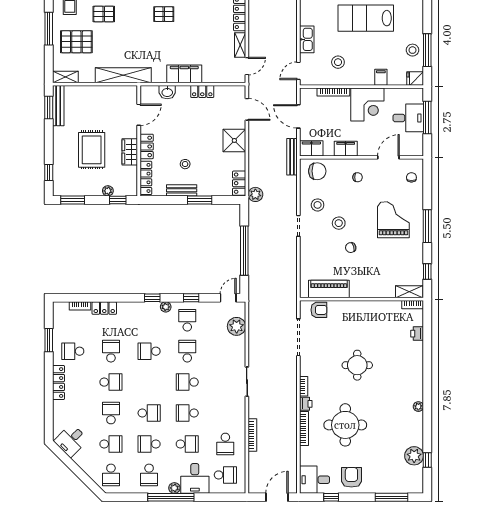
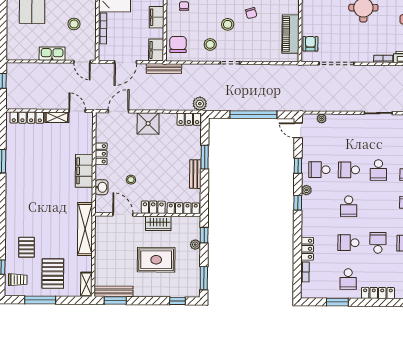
pallet: (164, 14) -> (27, 190), removed
stool: (185, 164) -> (131, 180), moved
plant: (237, 326) -> (322, 119), width x0.53, depth x0.53

